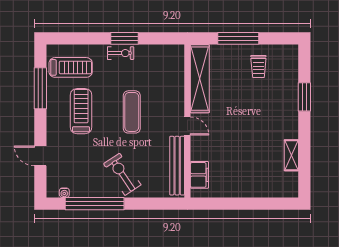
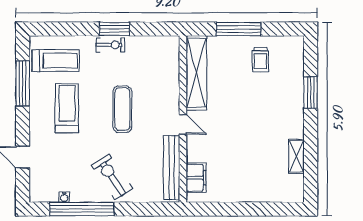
water cooler: (64, 193) -> (64, 197), moved

